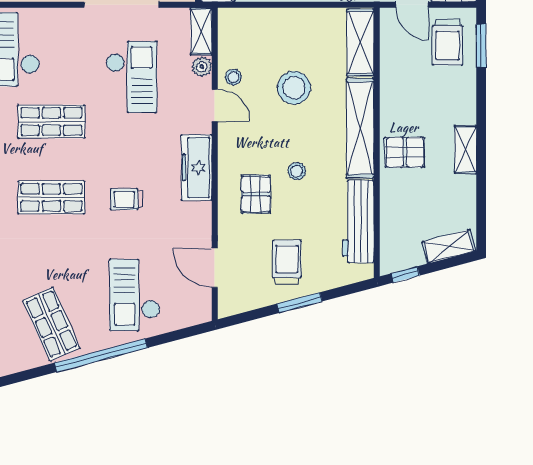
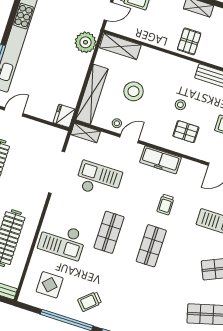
plant: (202, 67) -> (105, 139), removed
shelving: (360, 128) -> (92, 94), moved, turned 90

